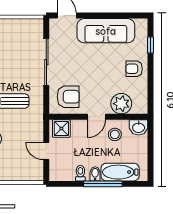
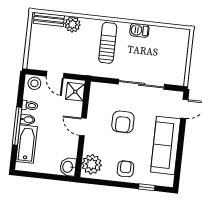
armchair: (68, 97) -> (123, 122), moved
plant: (121, 104) -> (92, 164), moved
stool: (115, 134) -> (34, 83), moved
door: (46, 151) -> (55, 75), swing flipped

